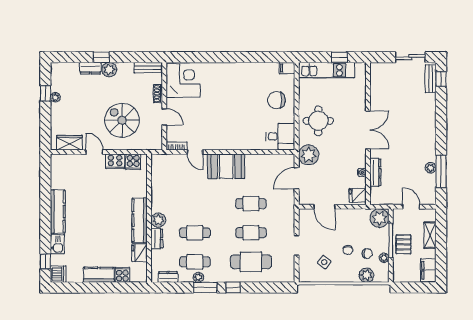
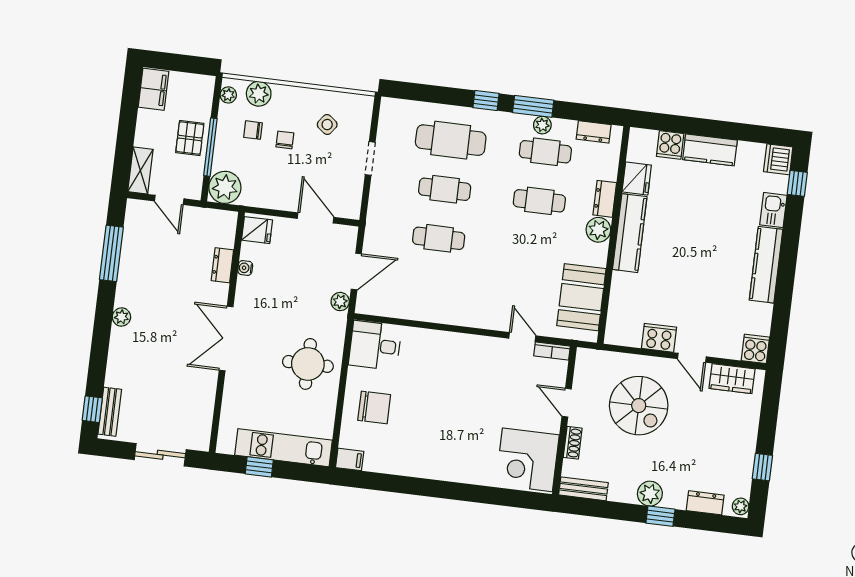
sliding door: (410, 57) -> (160, 455), moved
dresser: (90, 68) -> (705, 503), moved
plant: (55, 97) -> (741, 506), moved
plant: (309, 155) -> (340, 302), width x0.53, depth x0.53
cooker: (133, 162) -> (755, 349), moved
booth: (226, 166) -> (581, 297), moved, turned 90
plant: (431, 168) -> (121, 317), moved
dresser: (375, 172) -> (222, 265), width x0.70
shelving: (430, 235) -> (140, 170), moved
plant: (384, 258) -> (228, 95), moved

